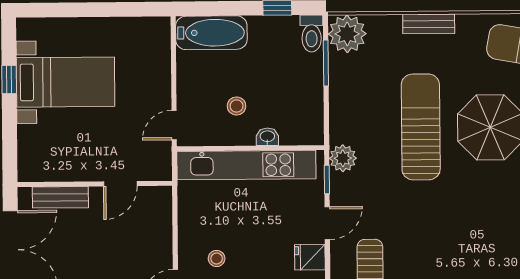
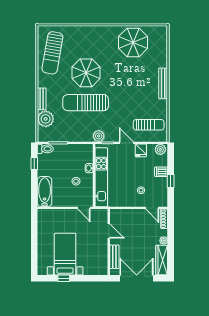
plant: (347, 34) -> (46, 119), moved

